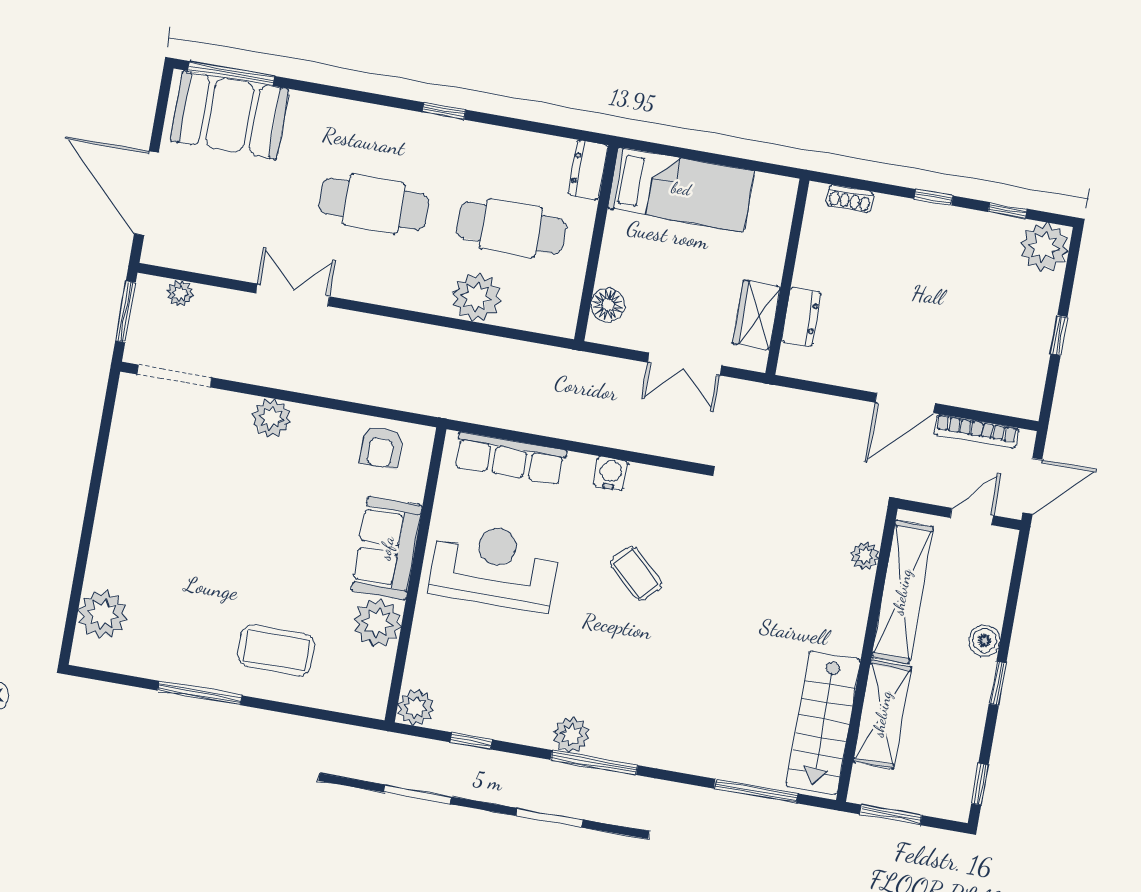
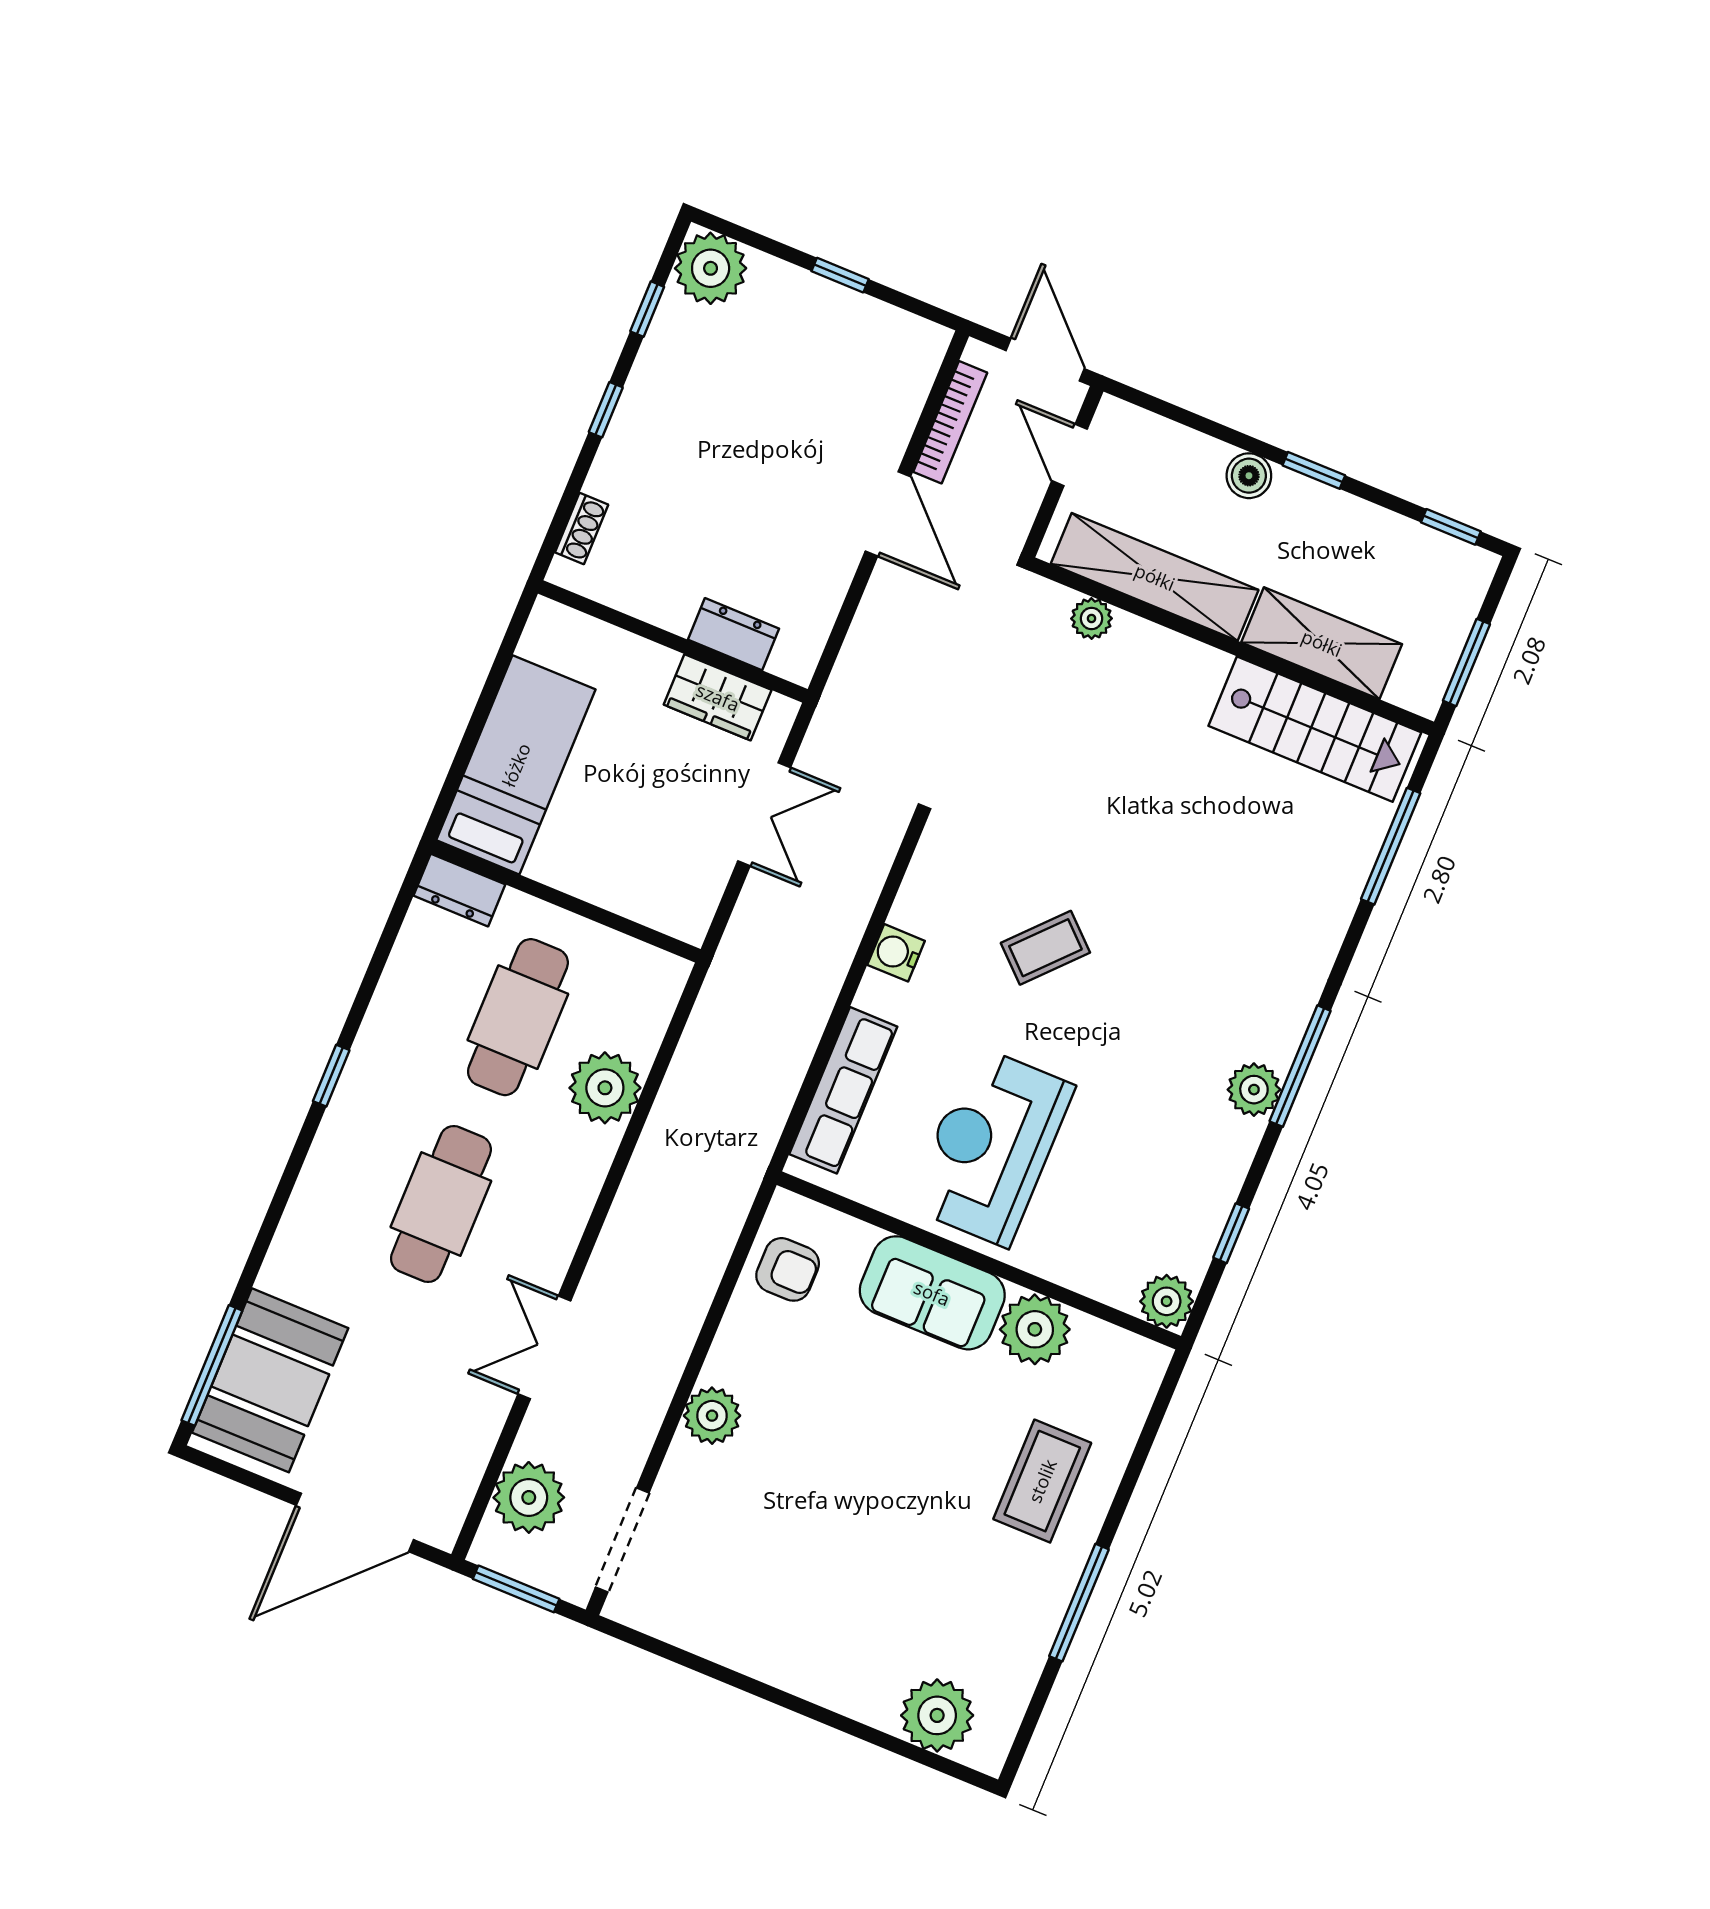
plant: (180, 293) -> (529, 1497), width x1.87, depth x1.87
floor lamp: (608, 305) -> (656, 904), removed

